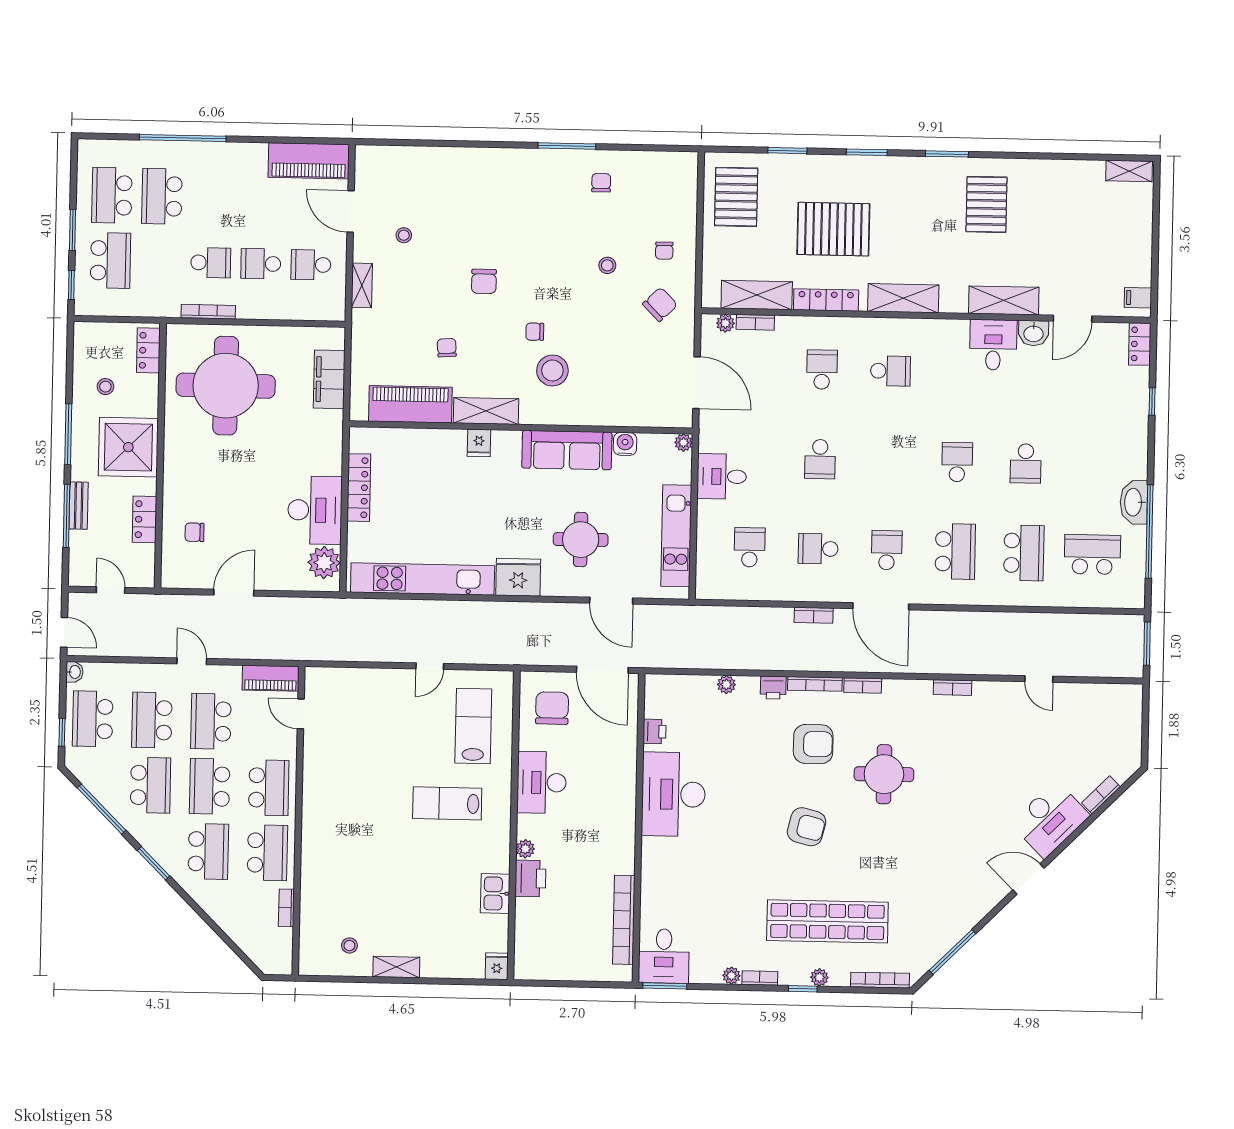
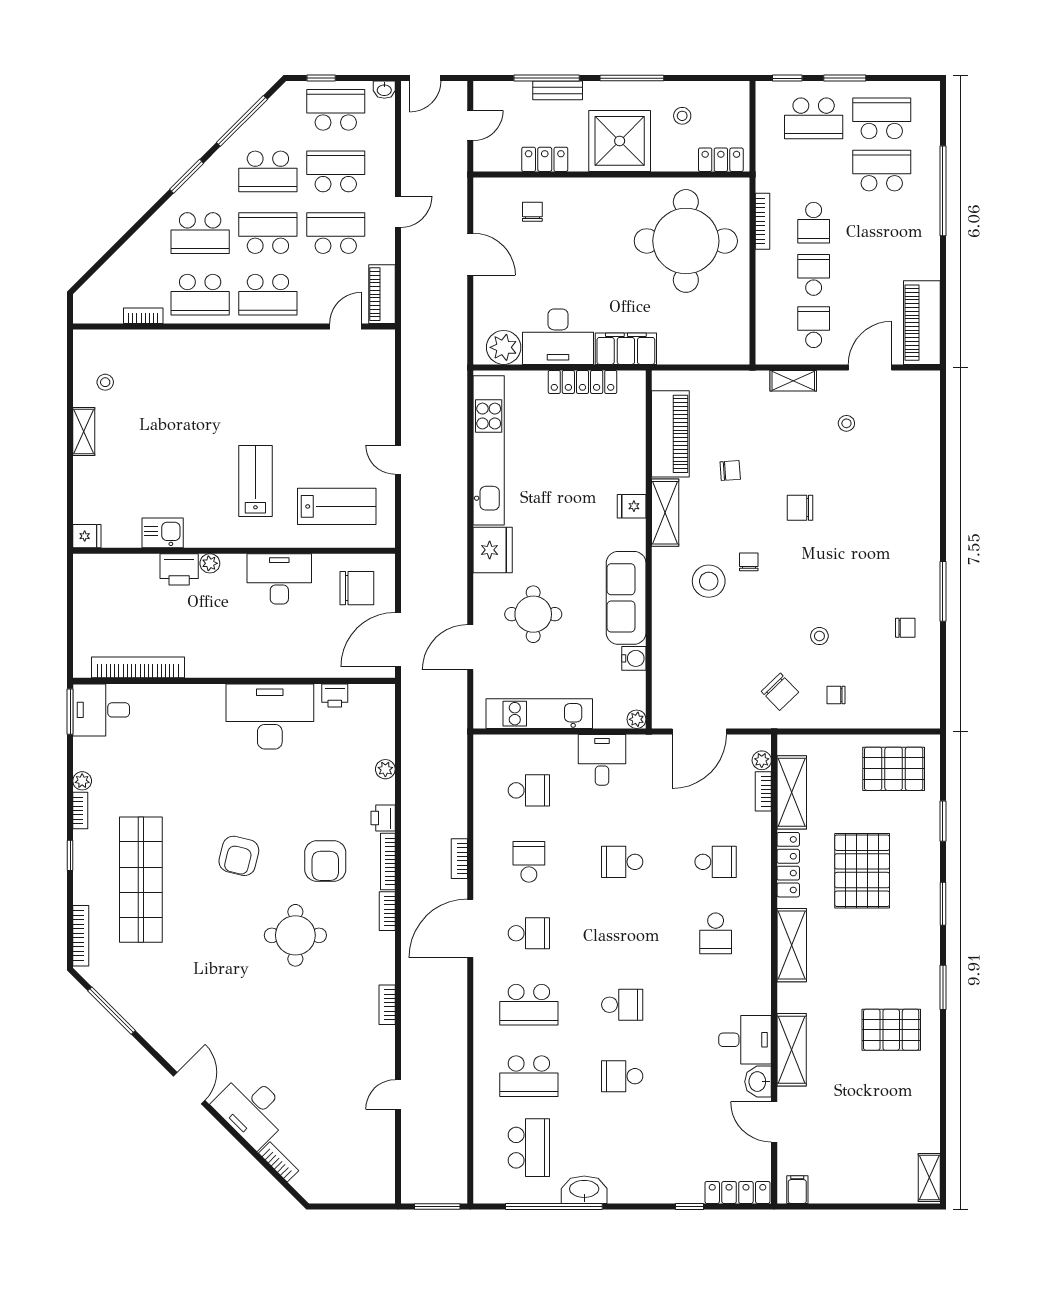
locker: (1140, 344) -> (737, 1192), width x1.53
filing cabinet: (329, 379) -> (626, 349), moved
plant: (819, 977) -> (82, 873), removed

